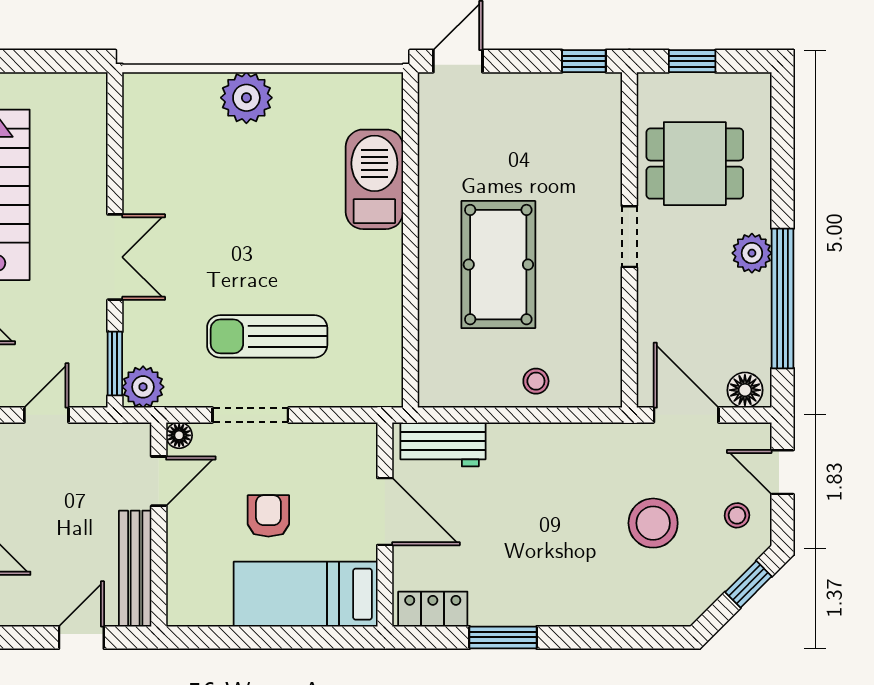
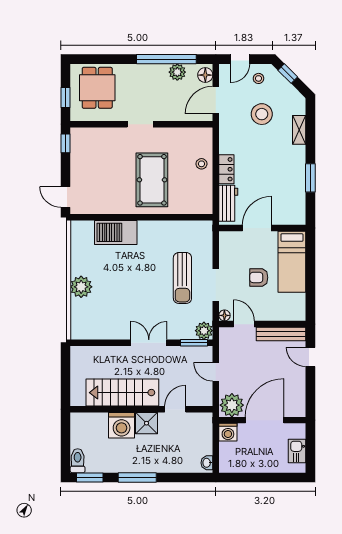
dining table: (695, 164) -> (97, 88), moved
plant: (752, 253) -> (177, 72), moved
pool table: (498, 265) -> (152, 180), turned 90
locker: (433, 609) -> (226, 169), moved, turned 180
shelving: (616, 611) -> (299, 130), added

